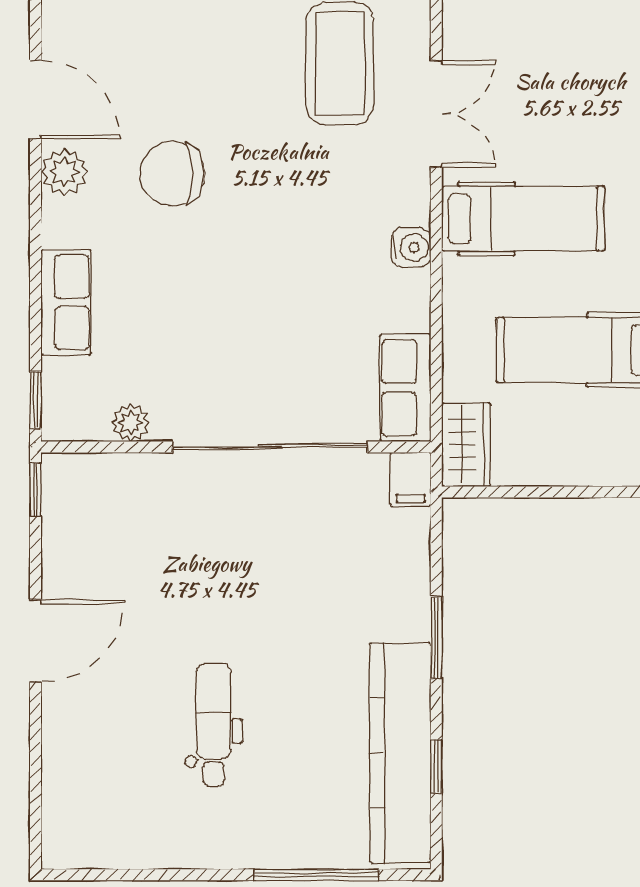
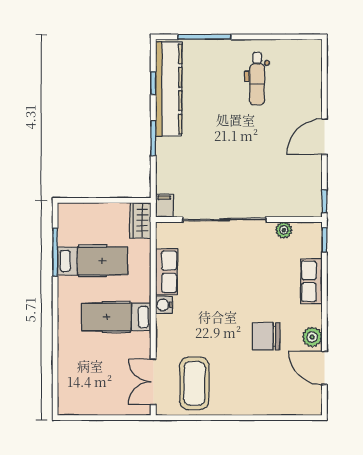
double door: (436, 114) -> (153, 382), moved
chair: (172, 174) -> (266, 336), turned 180
row of seats: (405, 388) -> (167, 272), moved
dental chair: (214, 725) -> (257, 79), moved

